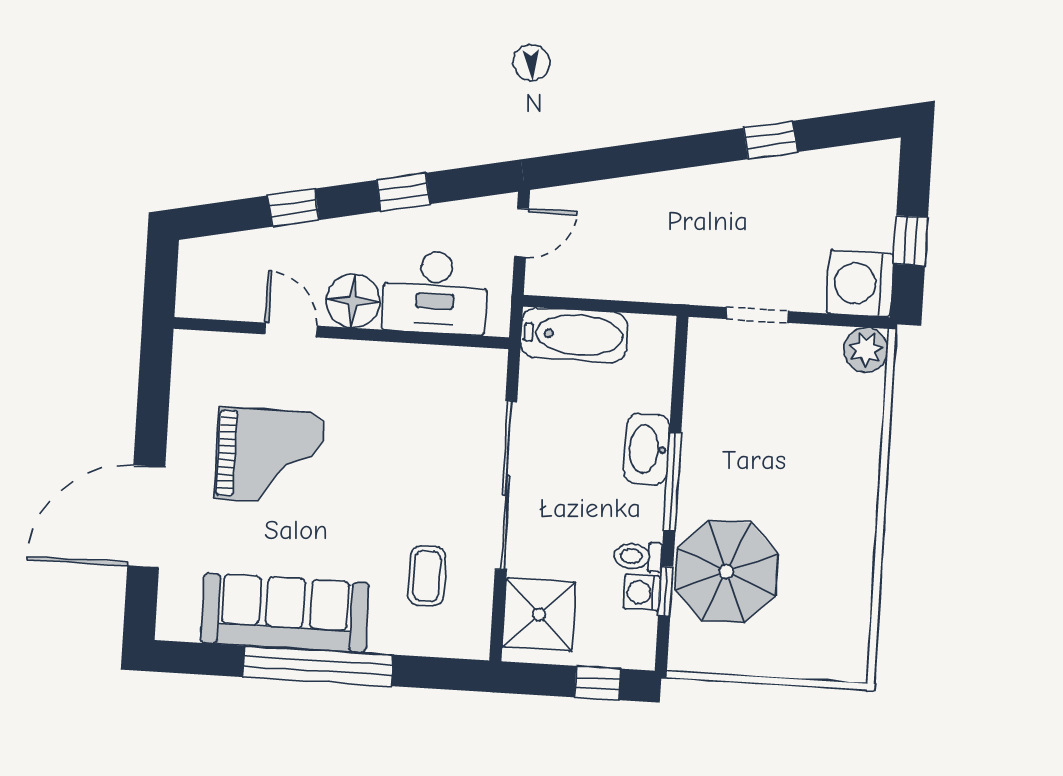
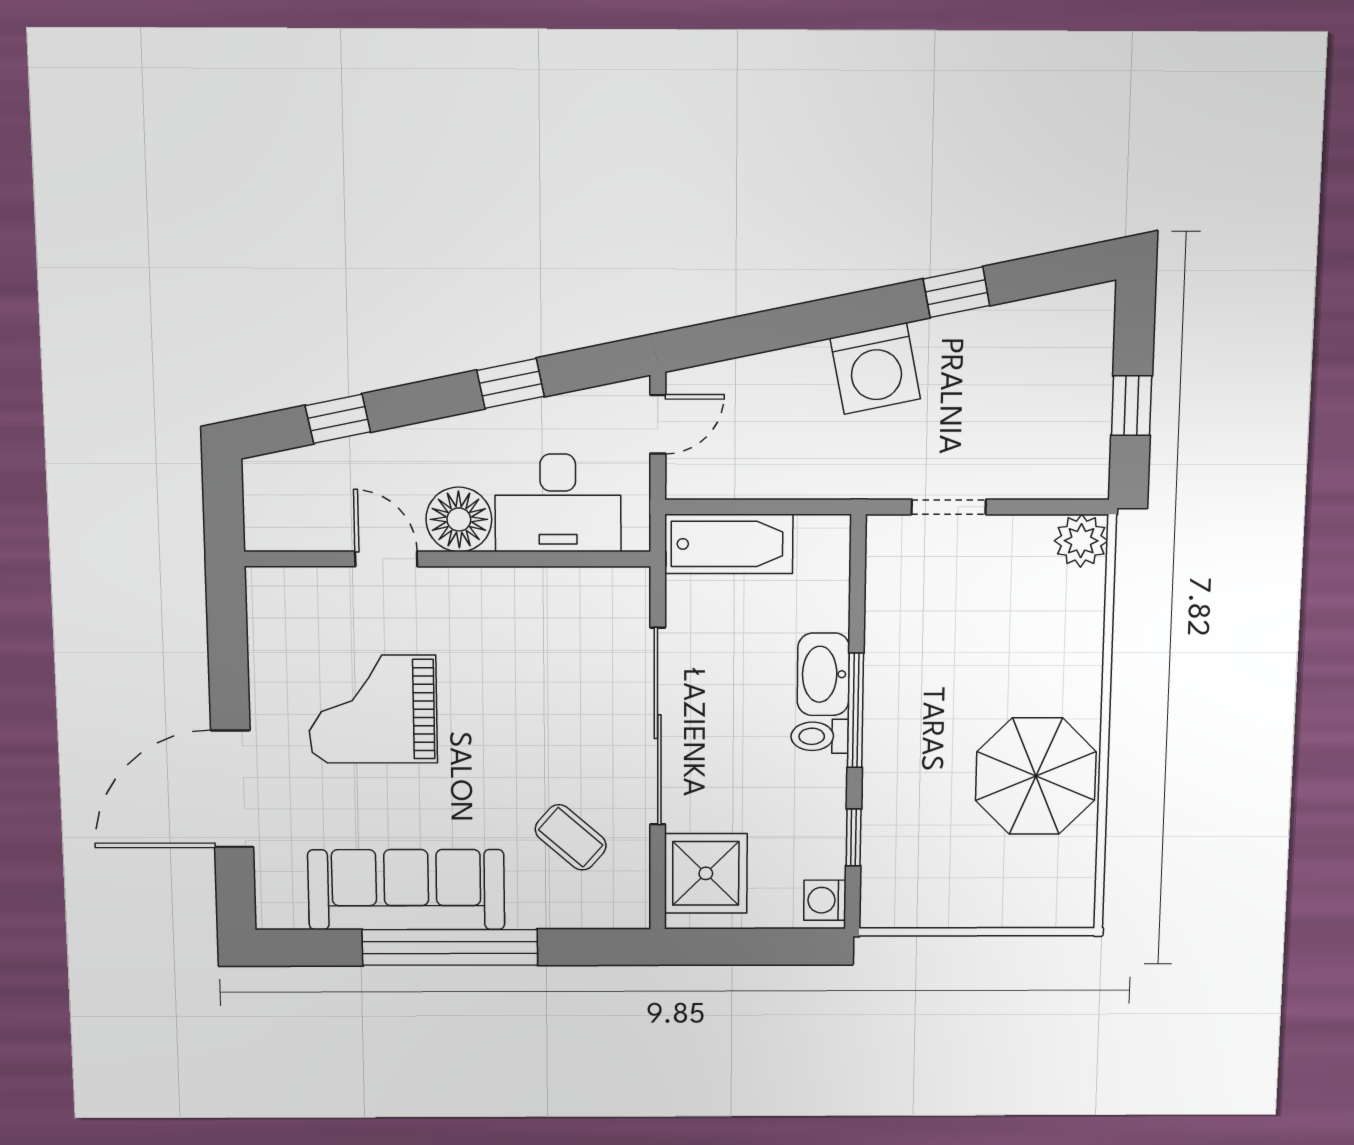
window: (293, 208) -> (338, 419), moved
washing machine: (860, 284) -> (875, 369), moved, turned -102
grand piano: (269, 456) -> (373, 709), turned 180
toilet: (638, 557) -> (820, 736), moved
parasol: (726, 572) -> (1036, 776), moved
coffee table: (427, 576) -> (571, 837), turned -49
washing machine: (642, 592) -> (825, 900), moved
window: (598, 683) -> (779, 947), removed

